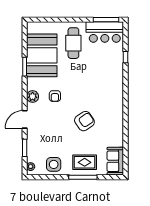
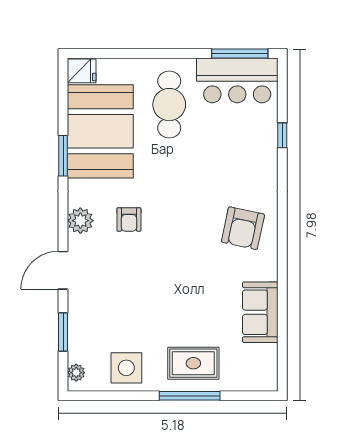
fridge: (33, 28) -> (82, 71), added
armchair: (84, 121) -> (243, 228), moved, turned 136
sofa: (115, 161) -> (260, 312), moved

